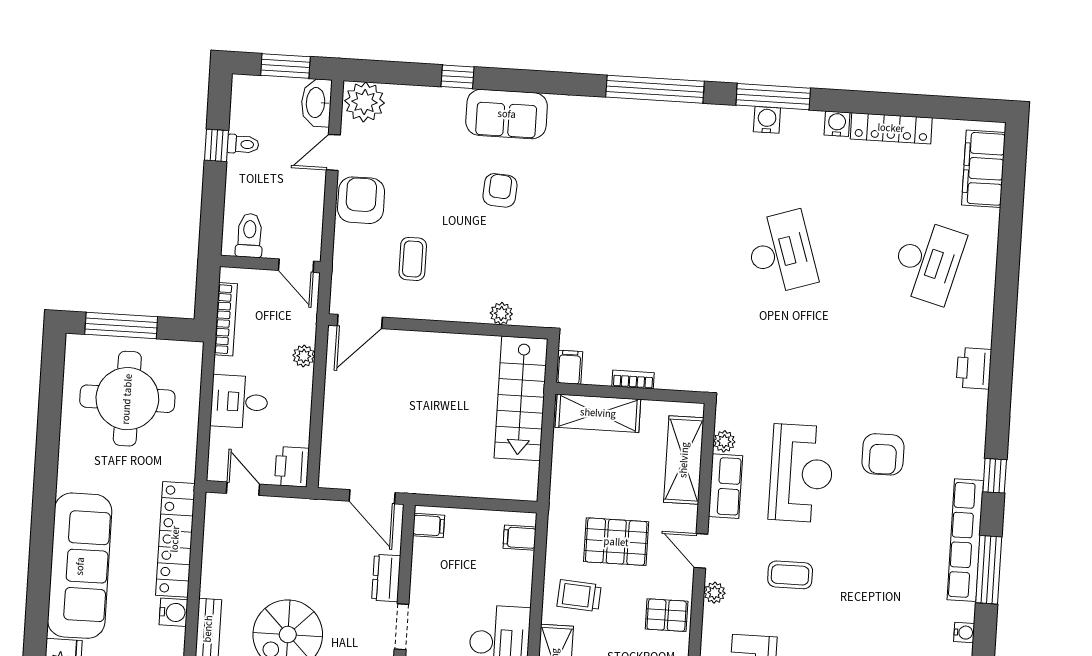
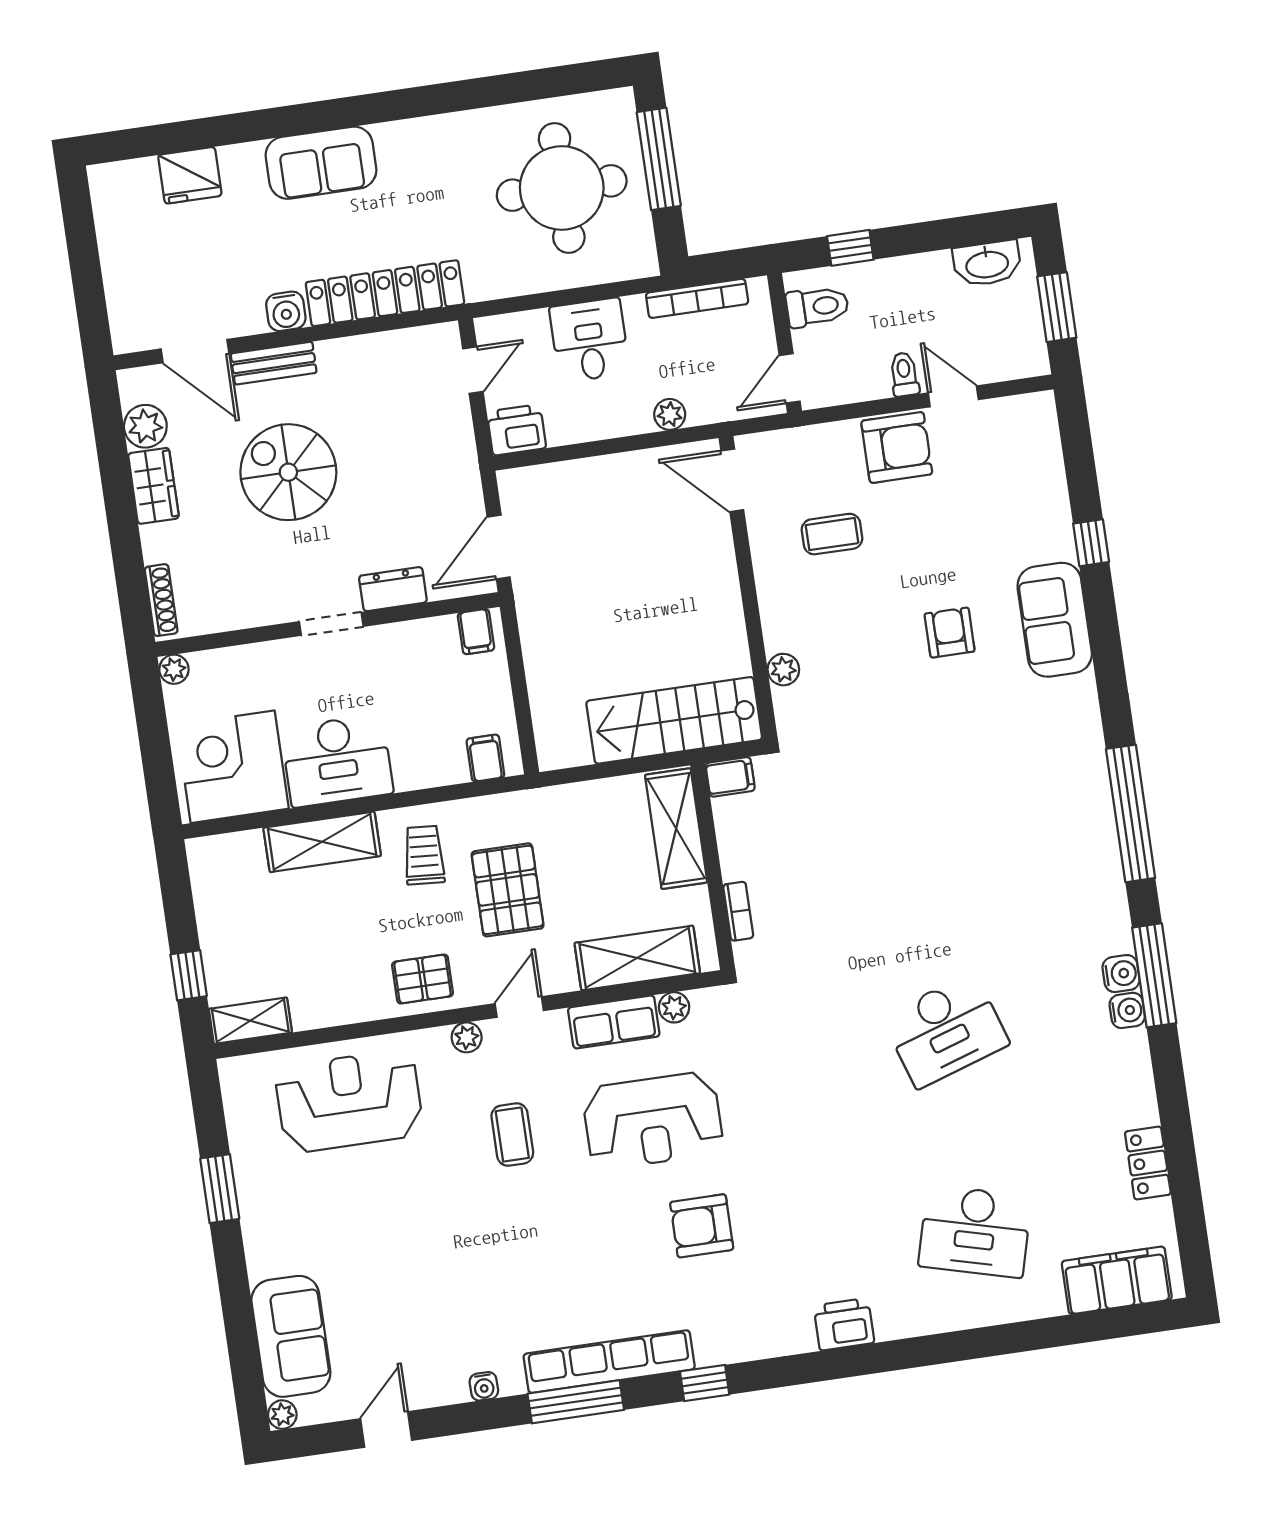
plant: (365, 102) -> (1031, 424), removed
washbasin: (316, 103) -> (987, 263), moved, turned 180
water cooler: (837, 124) -> (1127, 1010), moved
locker: (891, 128) -> (1148, 1163), width x0.66
toilet: (243, 144) -> (904, 374), moved, turned 180
window: (216, 145) -> (850, 248), moved
armchair: (500, 190) -> (950, 633), turned -94
bookcase: (633, 380) -> (738, 911), moved
sofa: (80, 566) -> (321, 163), width x0.54, depth x0.79
pallet: (667, 615) -> (423, 979), turned 90

